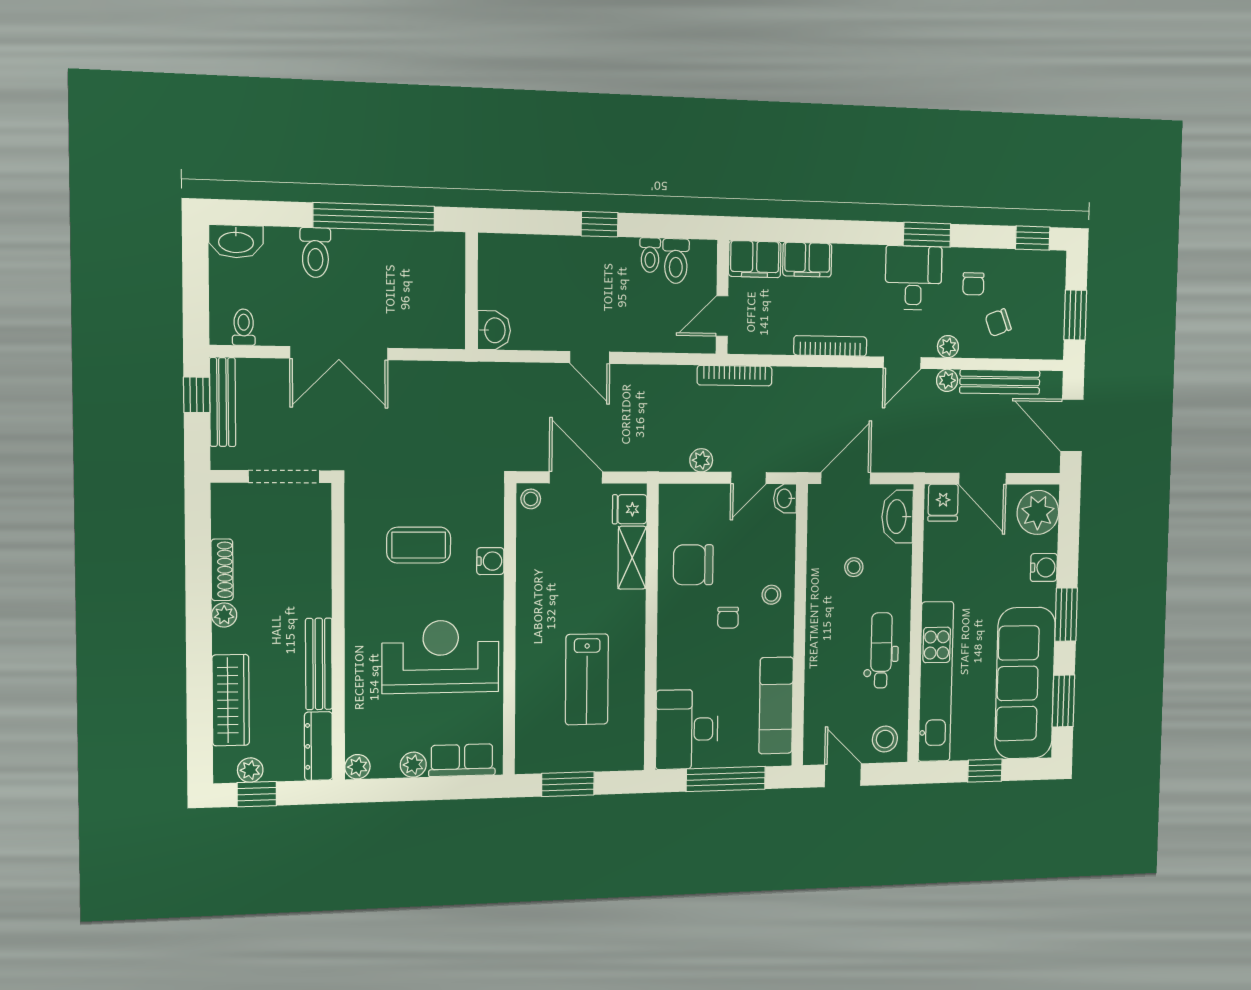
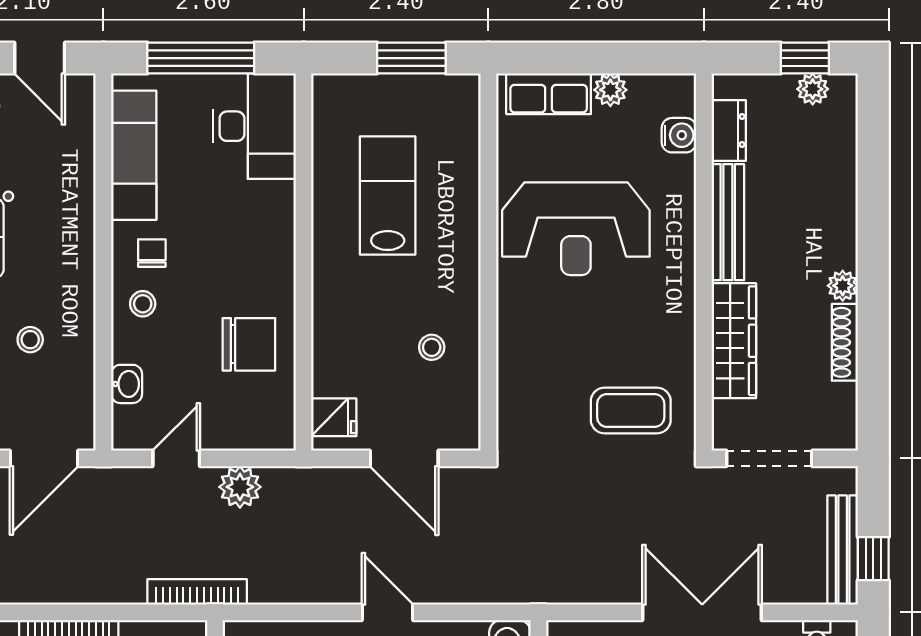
plant: (701, 460) -> (240, 487), width x1.38, depth x1.38
washbasin: (785, 498) -> (127, 384), moved
stool: (531, 499) -> (432, 347), moved
coffee table: (419, 545) -> (631, 410), moved
shelving: (632, 558) -> (330, 354), removed
water cooler: (490, 561) -> (679, 135), moved, turned 180
chair: (728, 618) -> (152, 253), moved
wardrobe: (231, 700) -> (734, 341), moved, turned 180
dresser: (318, 746) -> (729, 131), width x0.70
plant: (357, 767) -> (680, 89), removed

